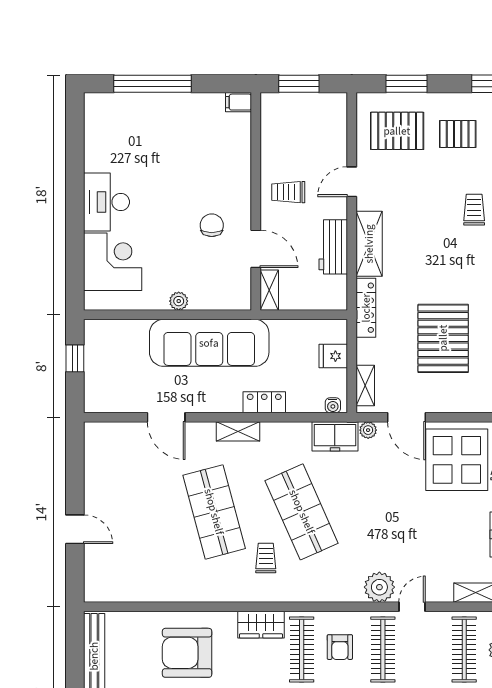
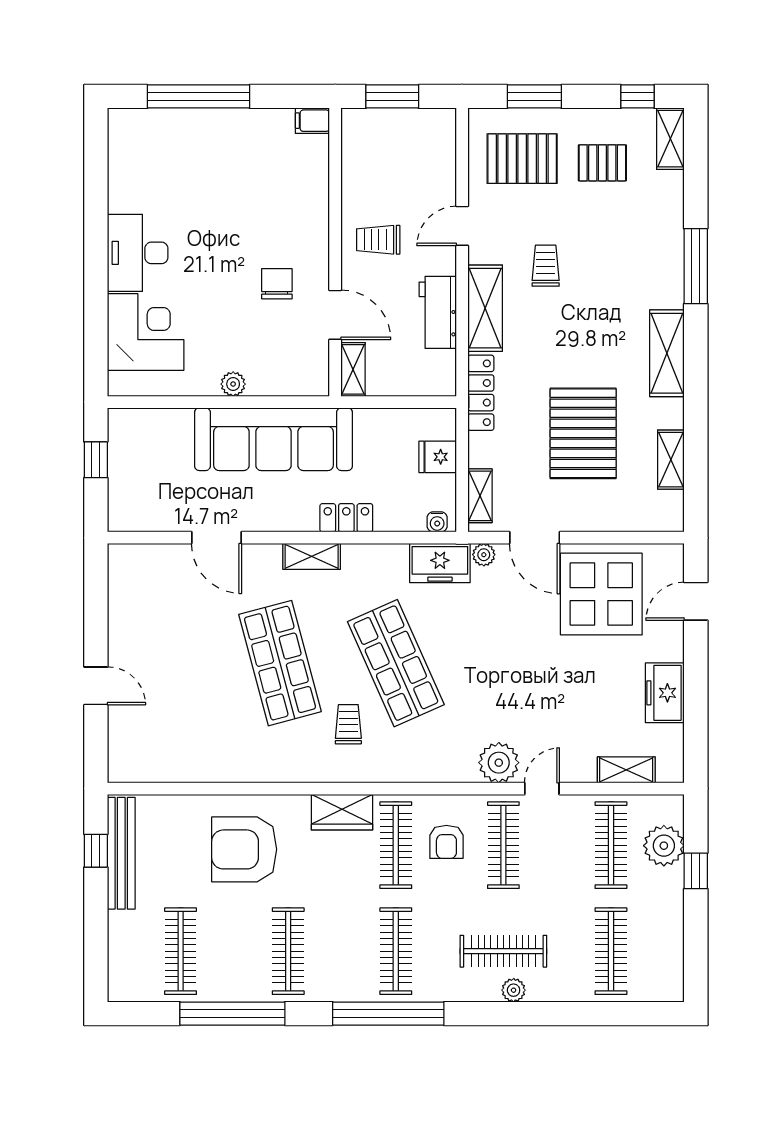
trolley: (474, 210) -> (546, 266), moved
window: (75, 654) -> (96, 851), added

